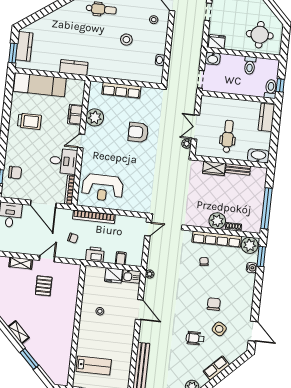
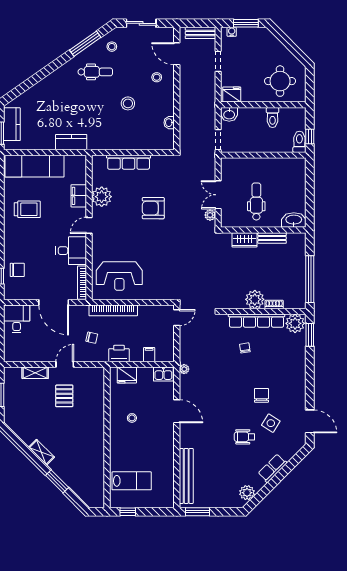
kitchen counter: (266, 117) -> (298, 175), removed
water cooler: (252, 268) -> (300, 349), removed
fridge: (114, 275) -> (127, 375), moved

